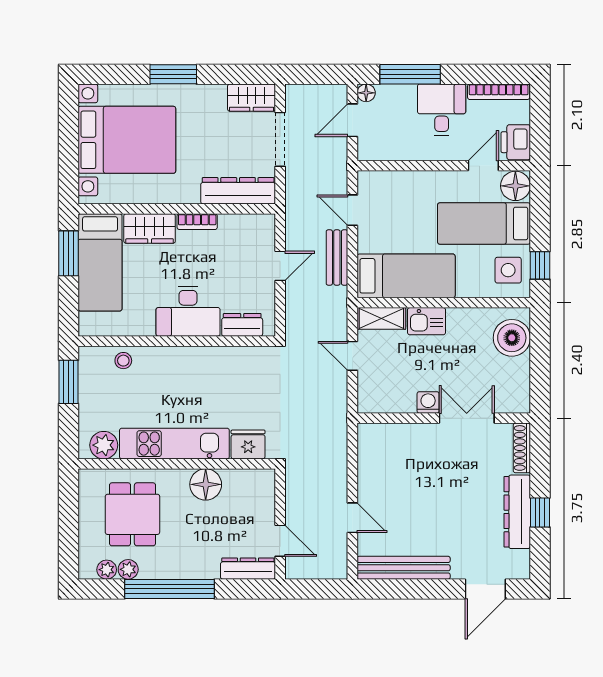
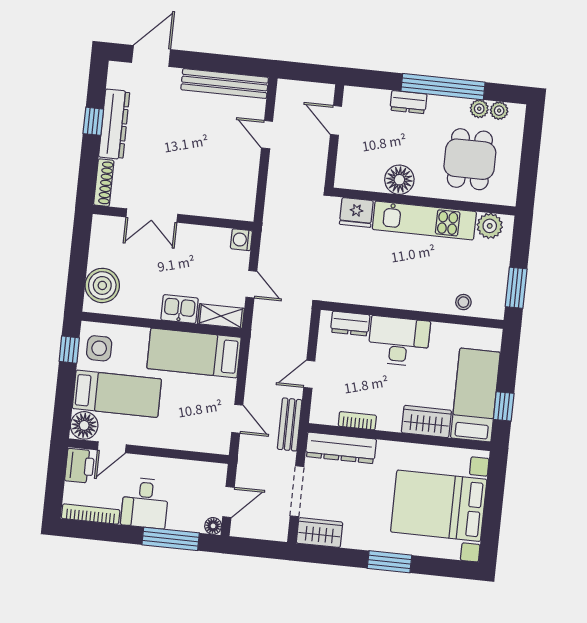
bookcase: (197, 222) -> (357, 421), moved
window: (68, 253) -> (504, 406), width x0.67
bench: (337, 258) -> (290, 424), moved
washing machine: (428, 402) -> (241, 240), moved, turned 90
dresser: (248, 569) -> (408, 102), moved, width x0.70

